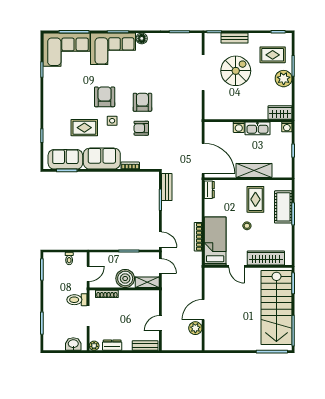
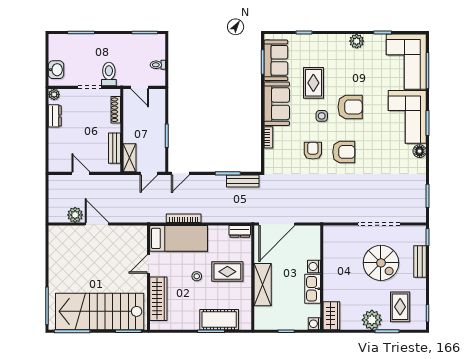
plant: (49, 91) -> (357, 41), added
rug: (255, 199) -> (227, 272), moved
boiler: (125, 278) -> (134, 131), removed
bench: (145, 346) -> (114, 148), moved

